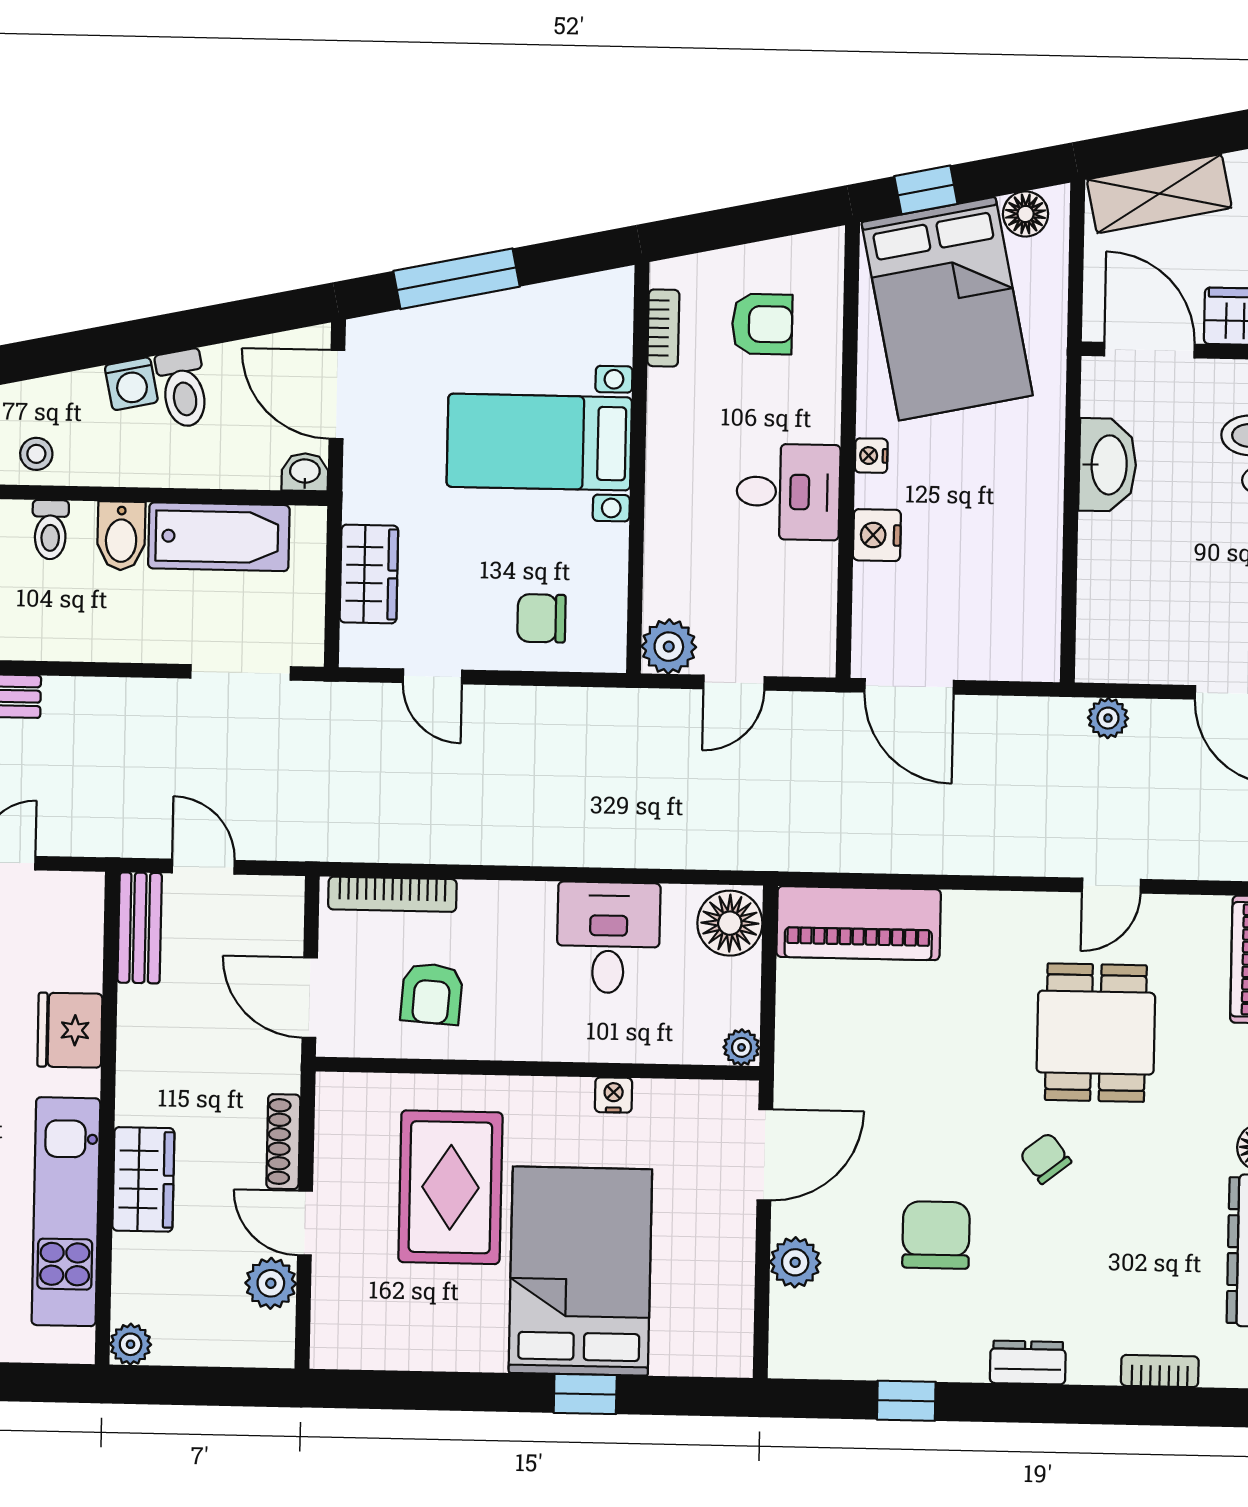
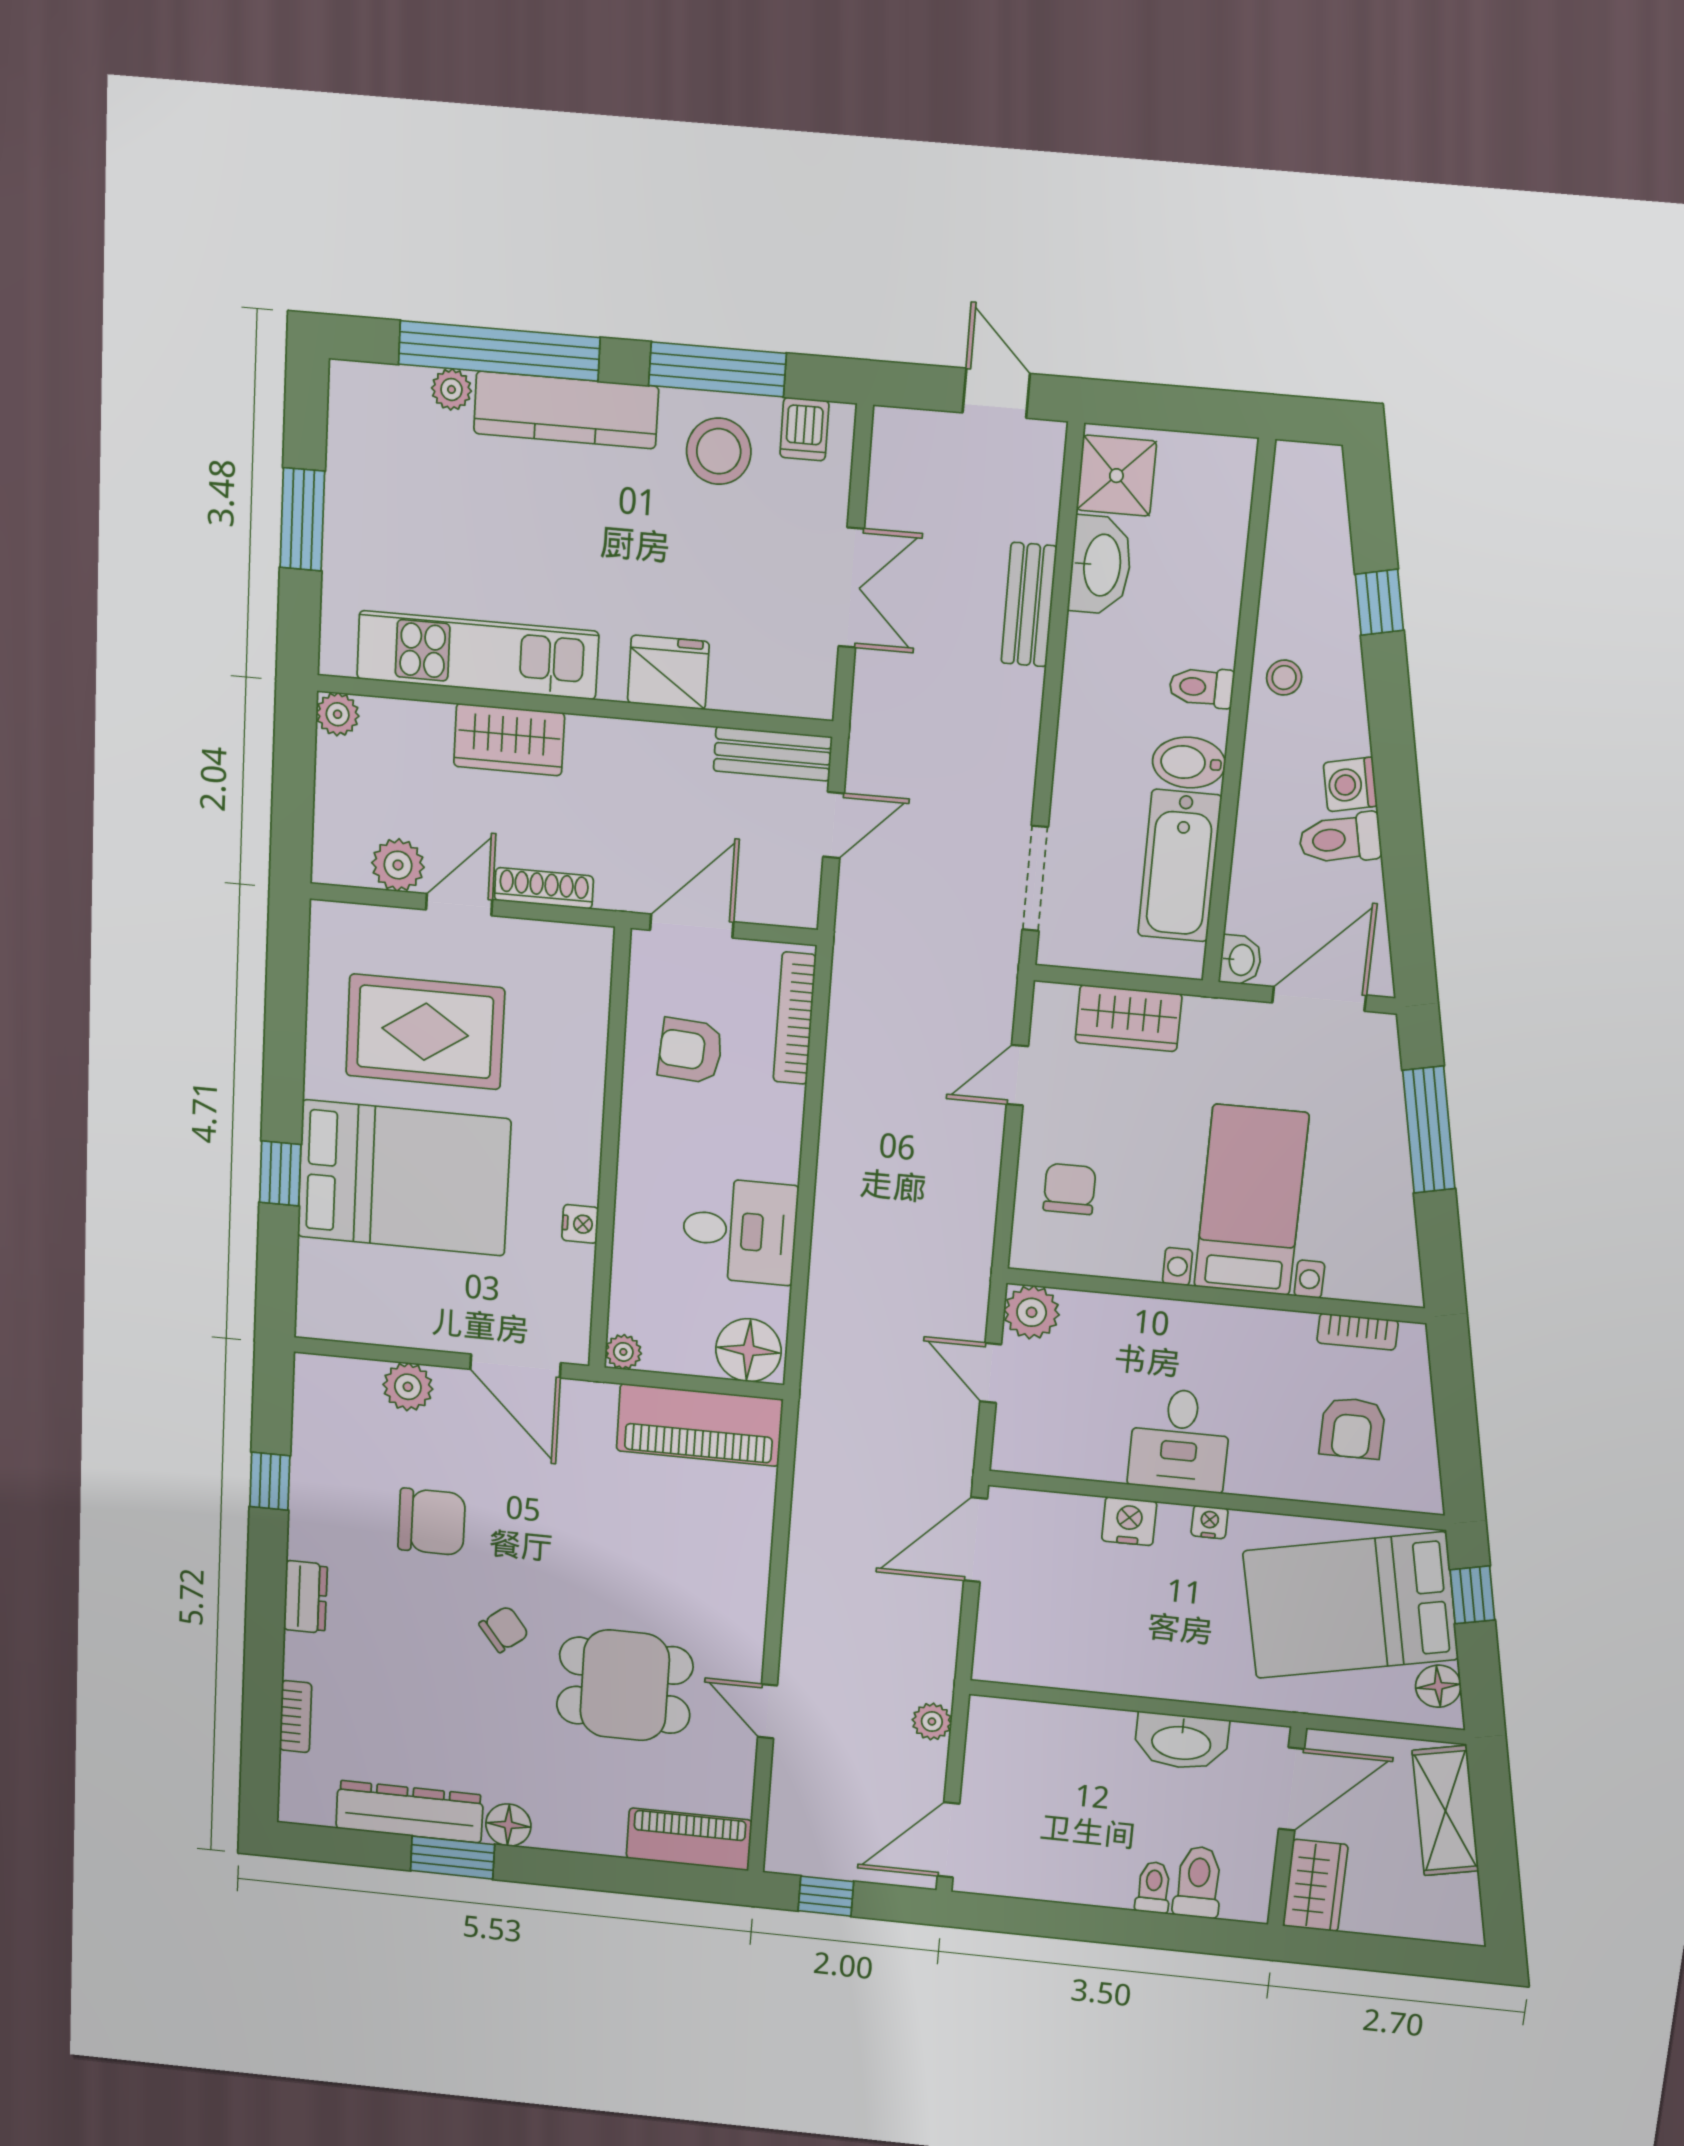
piano: (859, 923) -> (700, 1425), moved, turned -90
rug: (450, 1187) -> (425, 1032), moved

